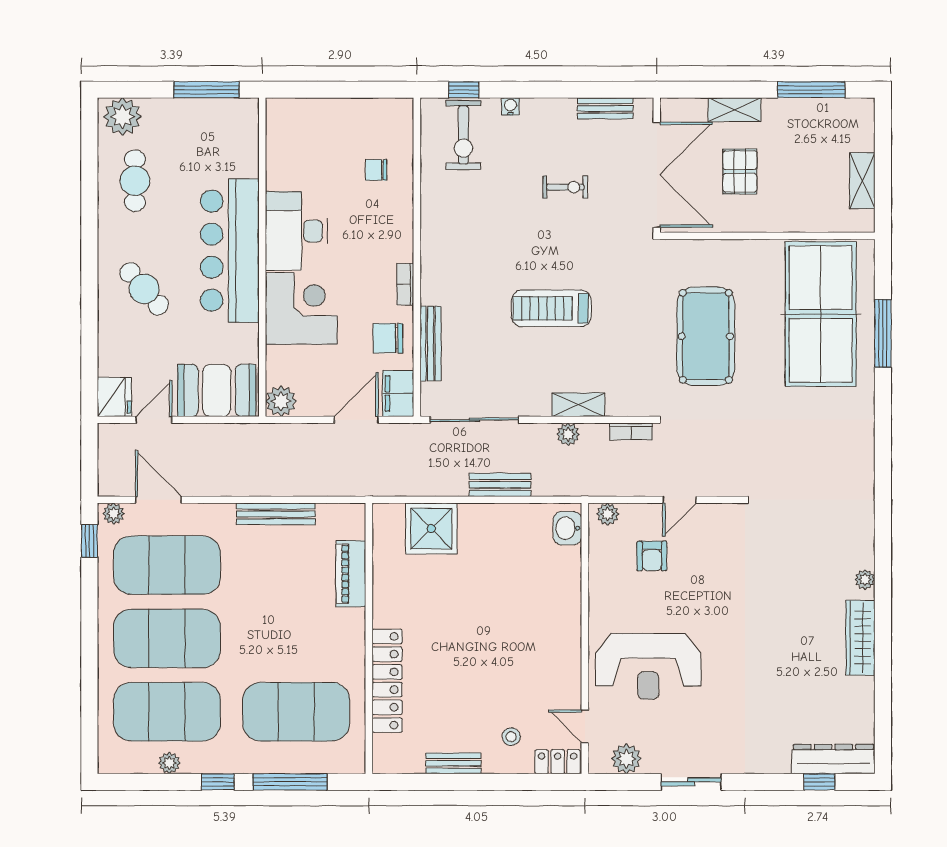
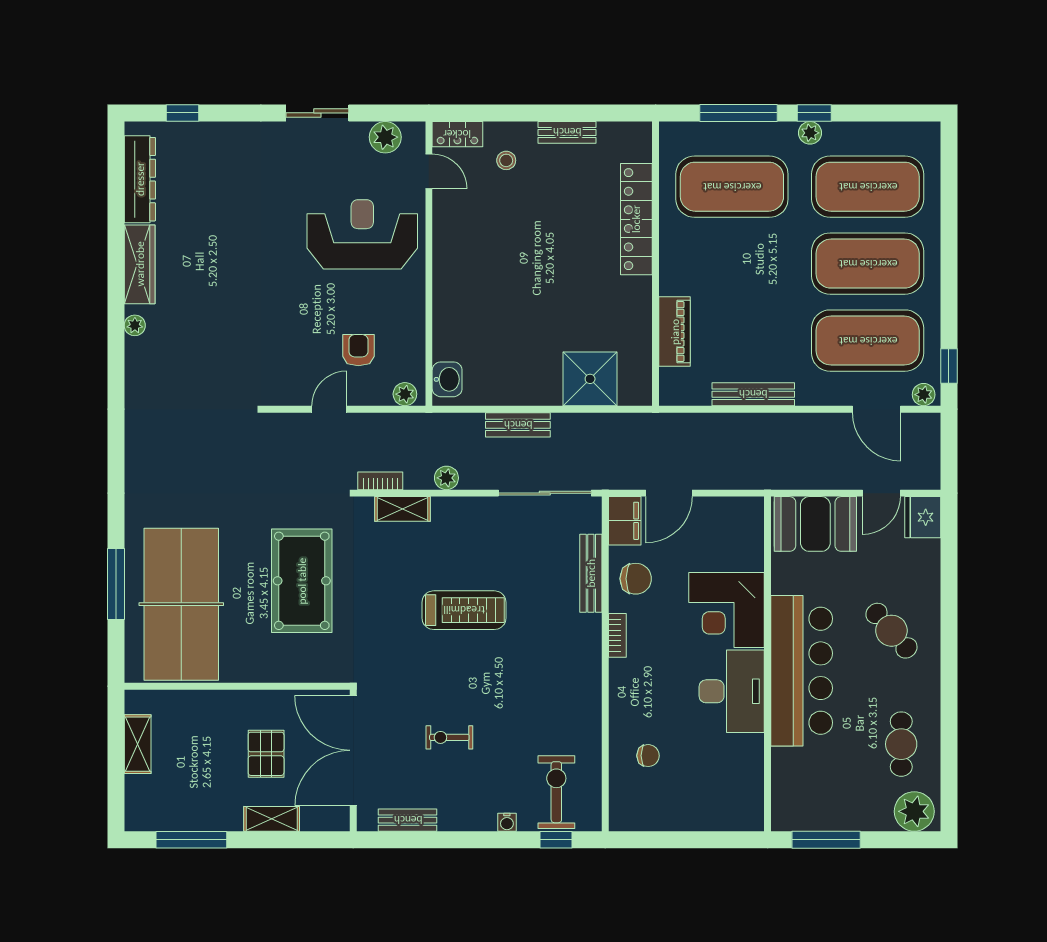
plant: (281, 401) -> (748, 513), removed
shelving: (578, 405) -> (402, 509), moved
dresser: (833, 759) -> (140, 179), moved, turned -90
plant: (169, 763) -> (810, 133), moved

